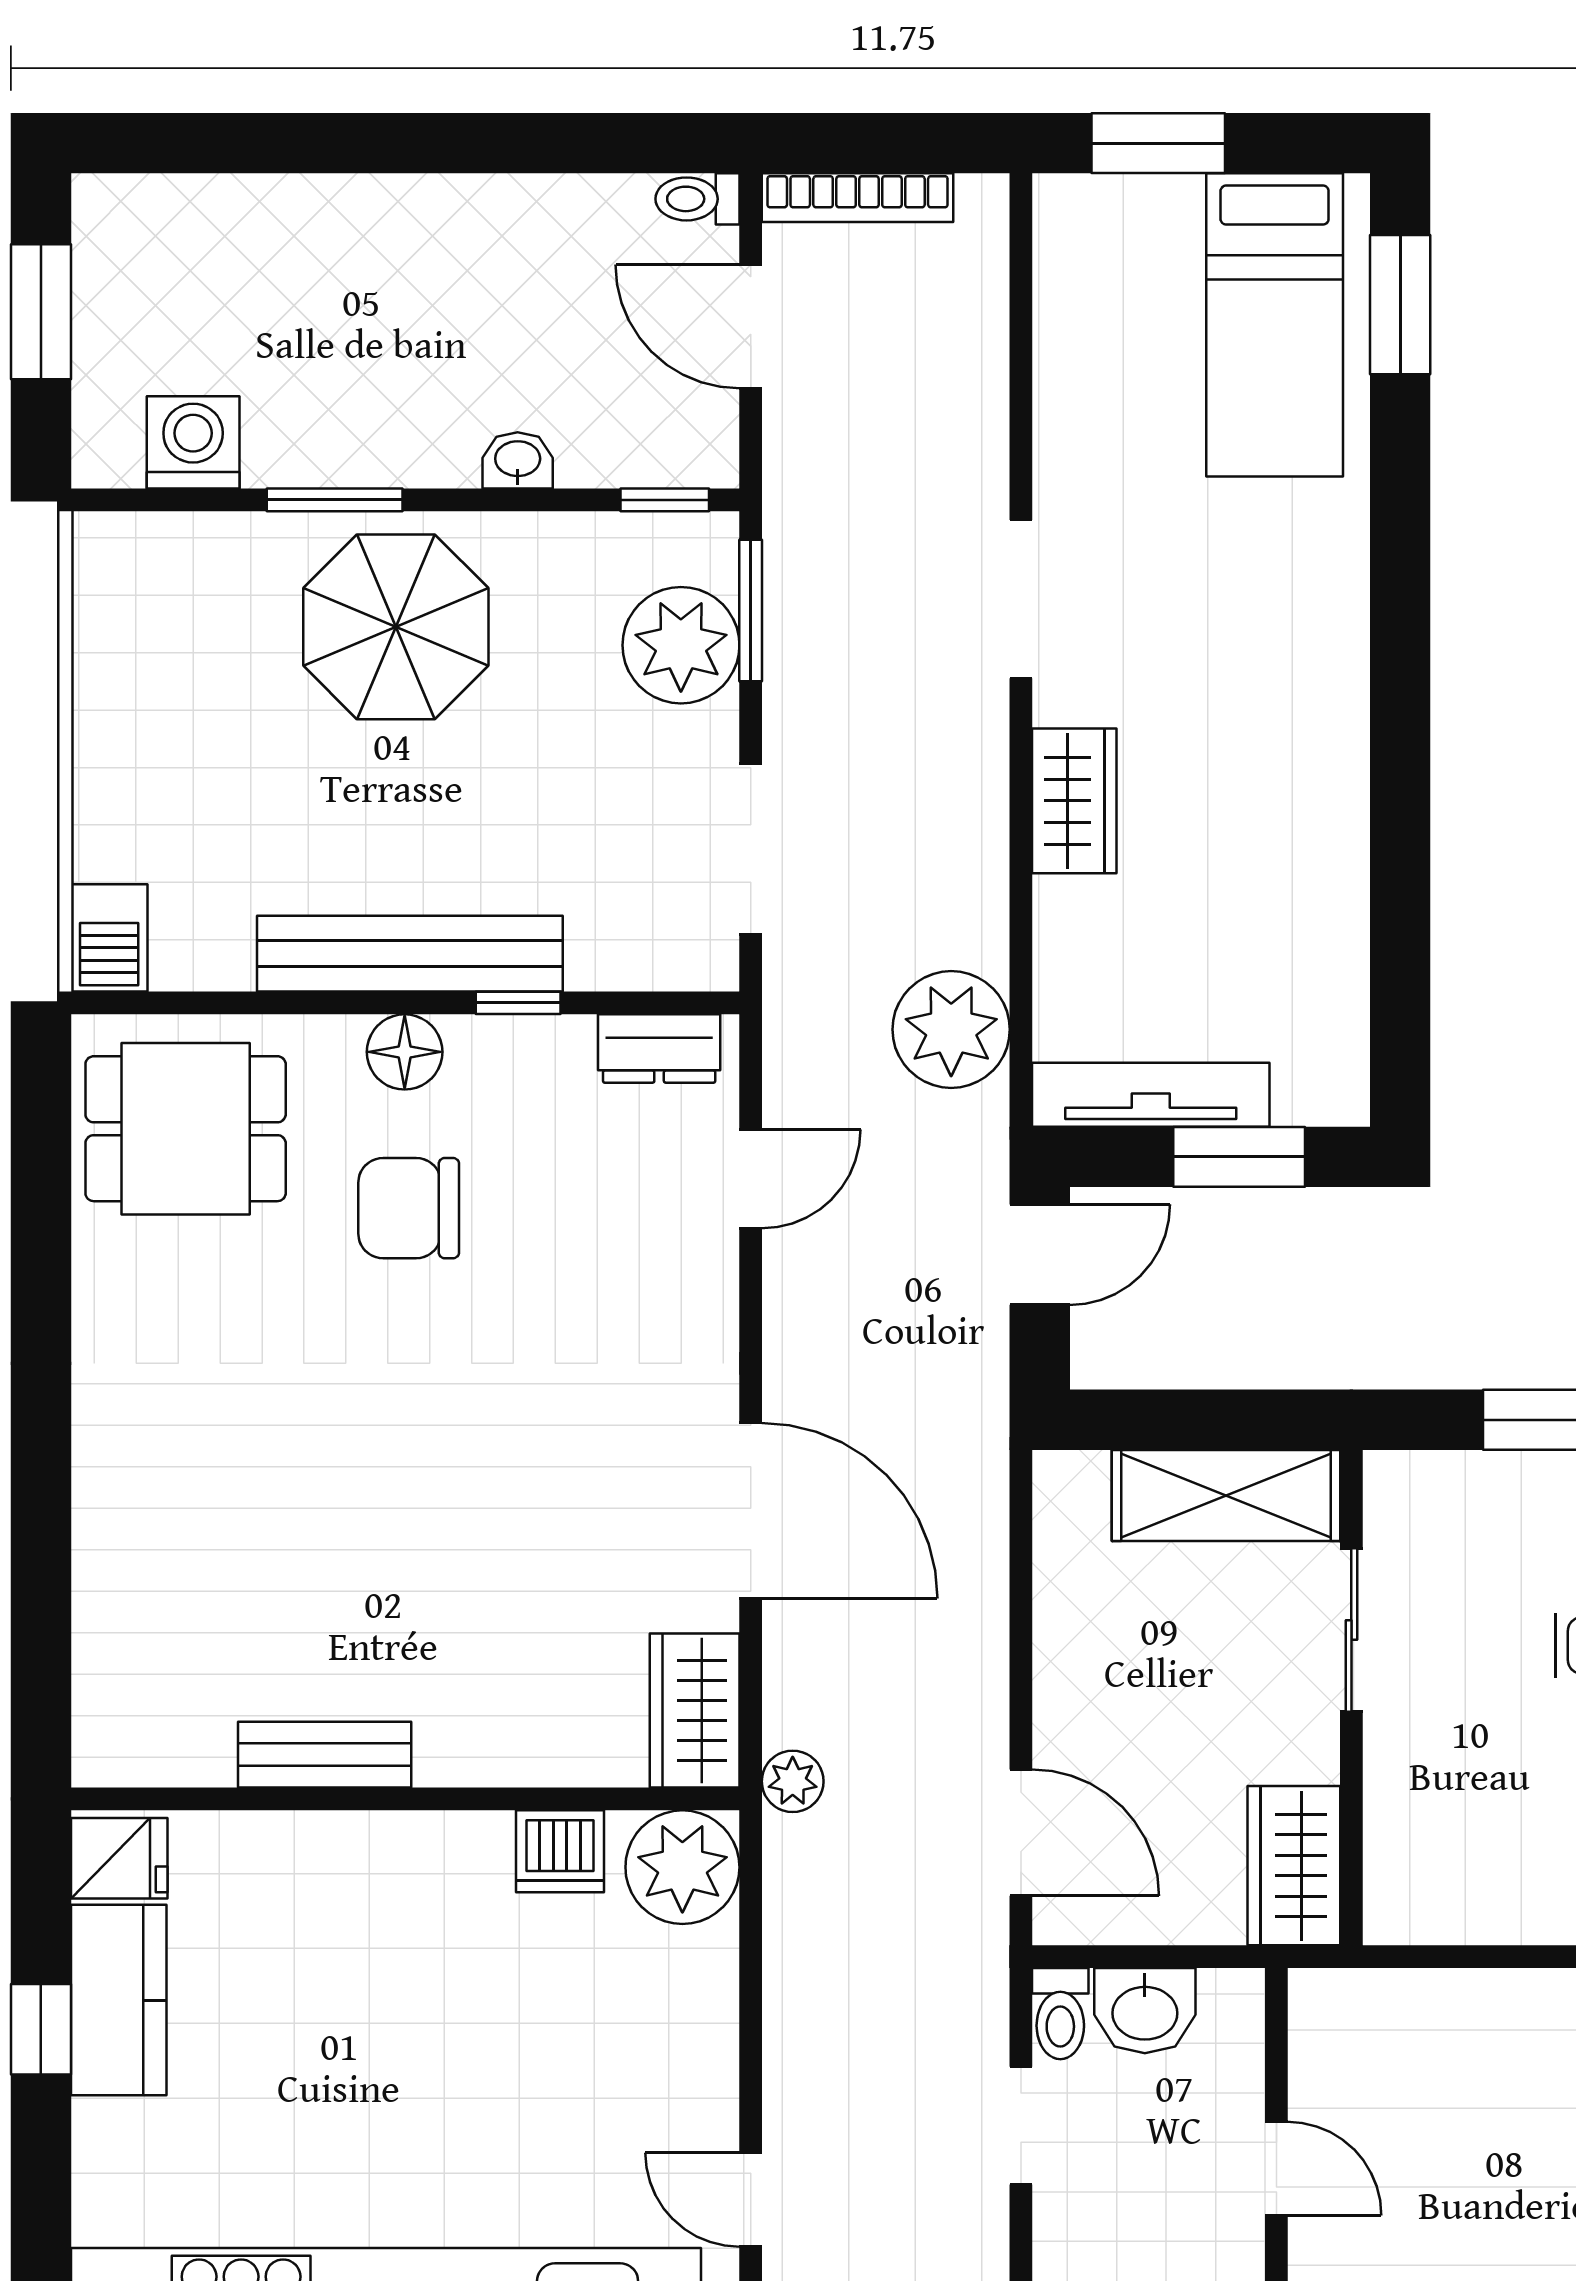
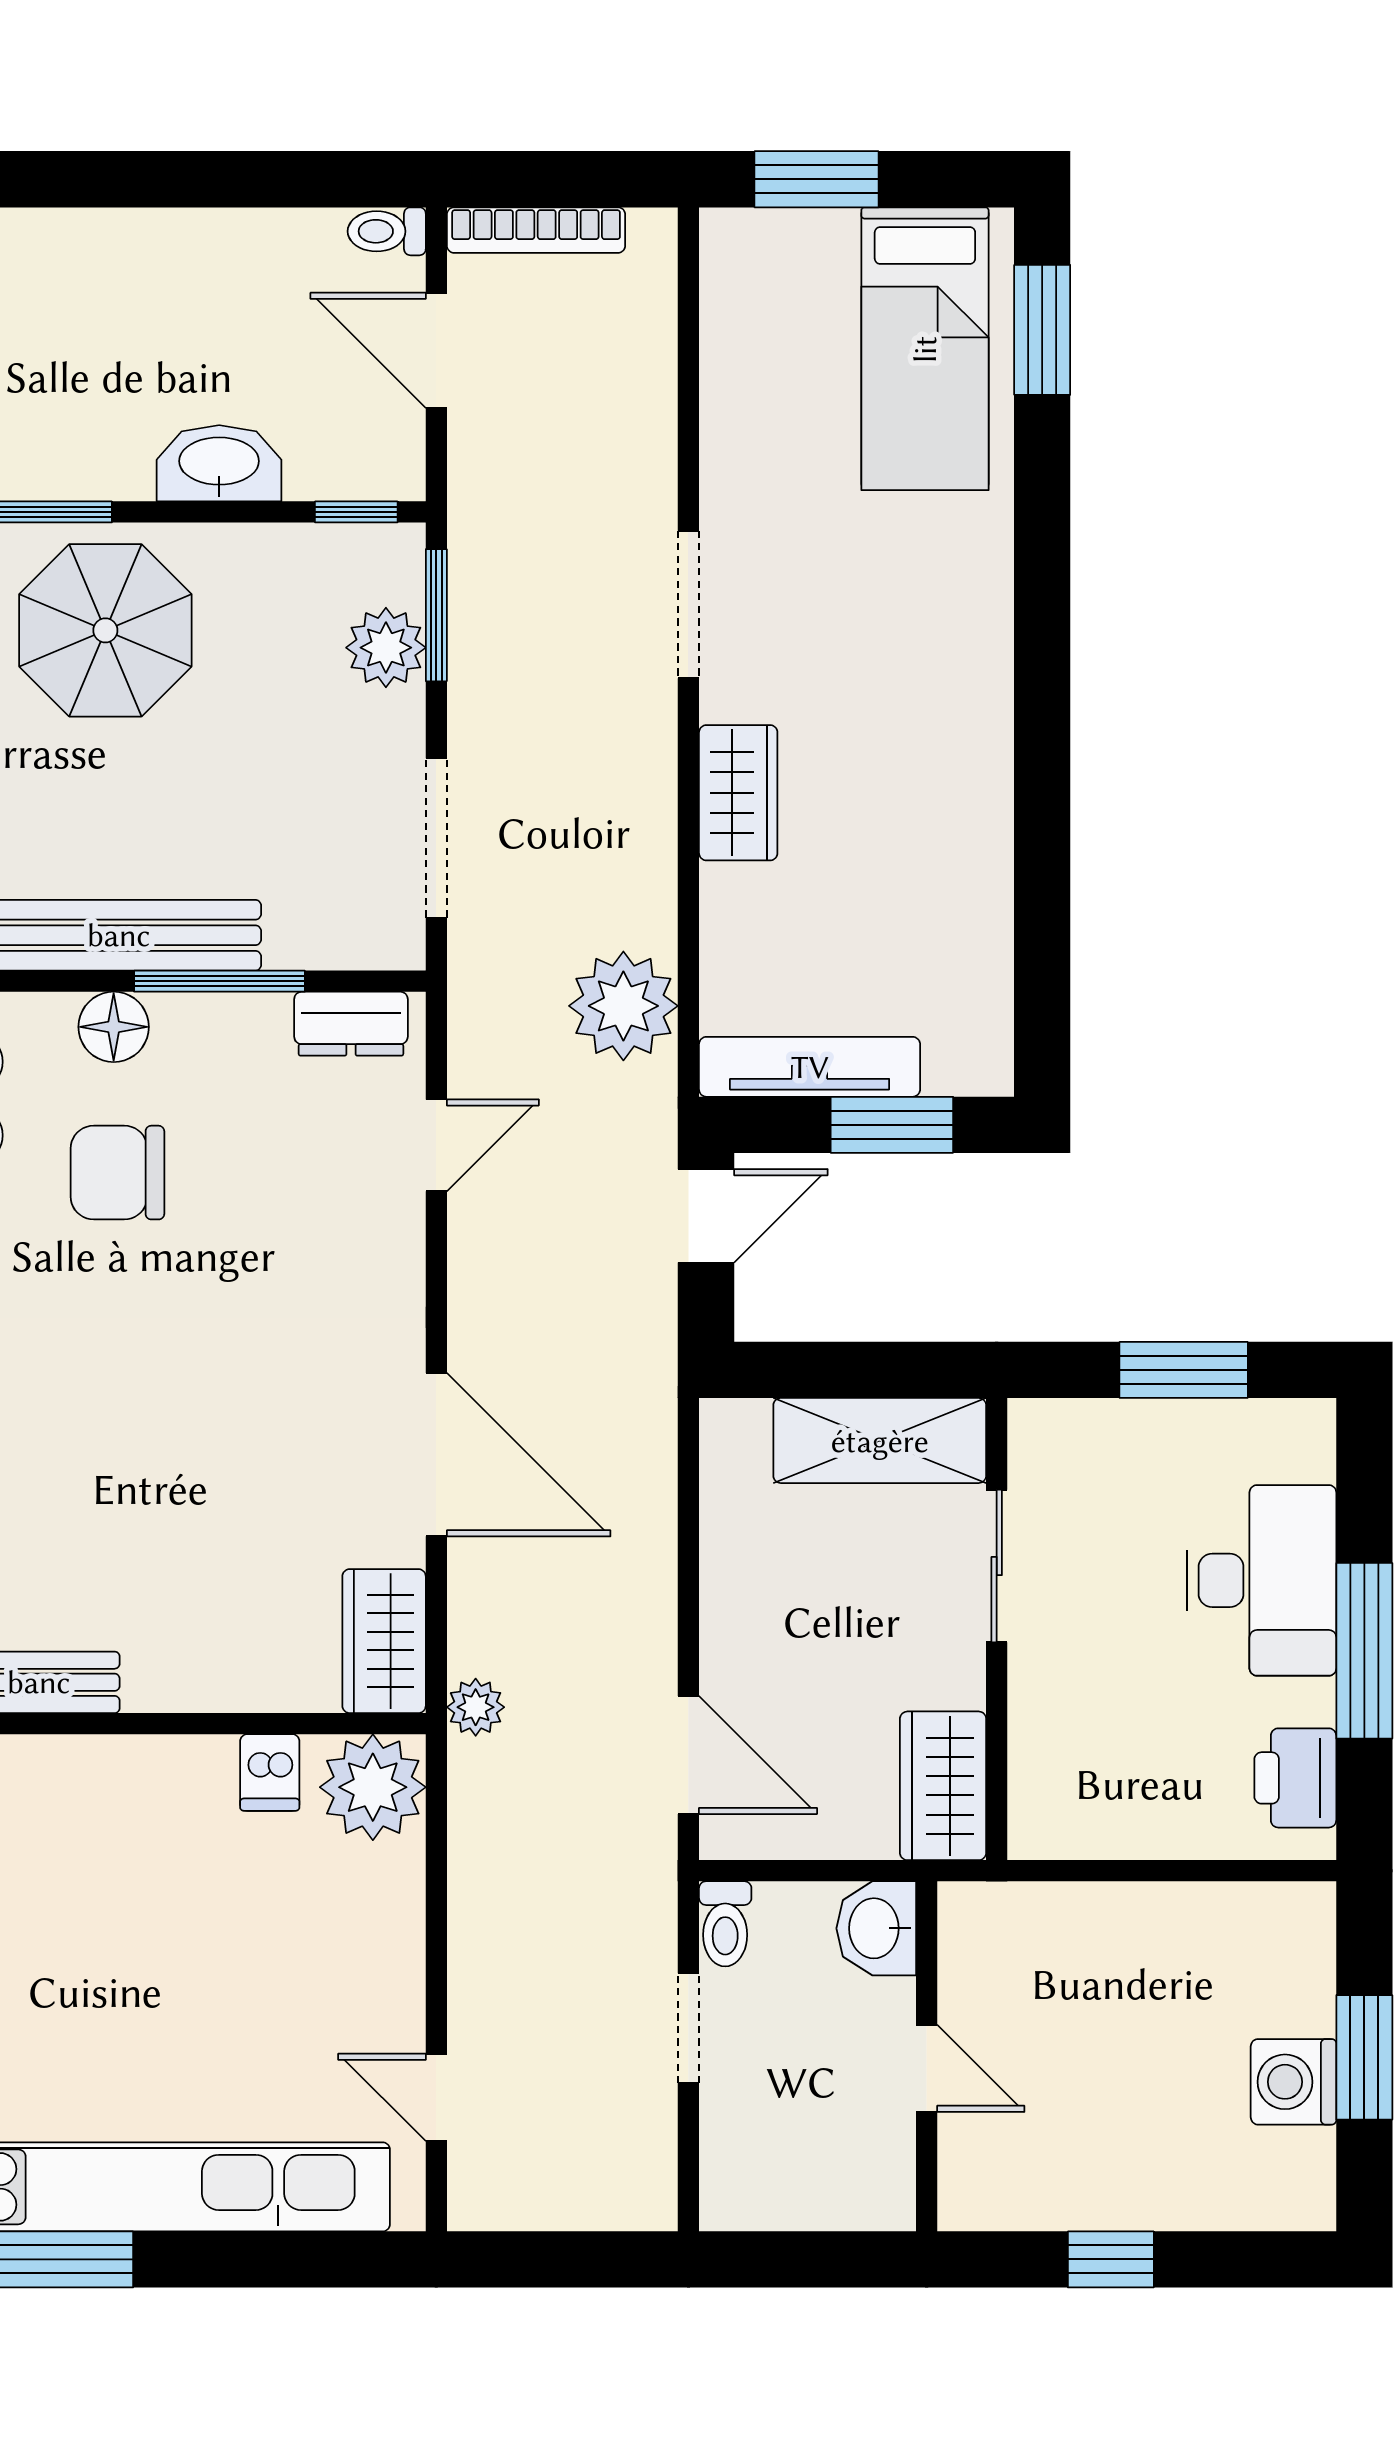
washbasin: (518, 460) -> (219, 463), width x1.91, depth x1.45
plant: (681, 645) -> (386, 648), width x0.73, depth x0.73
window: (518, 1003) -> (219, 981), width x2.17
dishwasher: (560, 1851) -> (270, 1772), width x0.73
washbasin: (1145, 2011) -> (876, 1928), moved, turned 90

